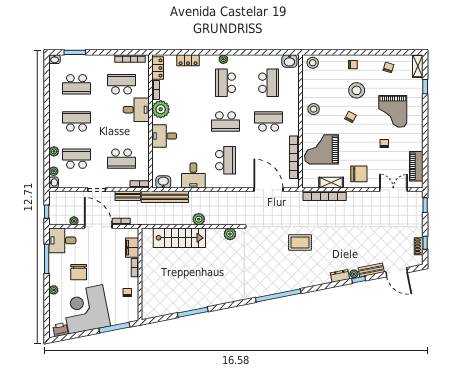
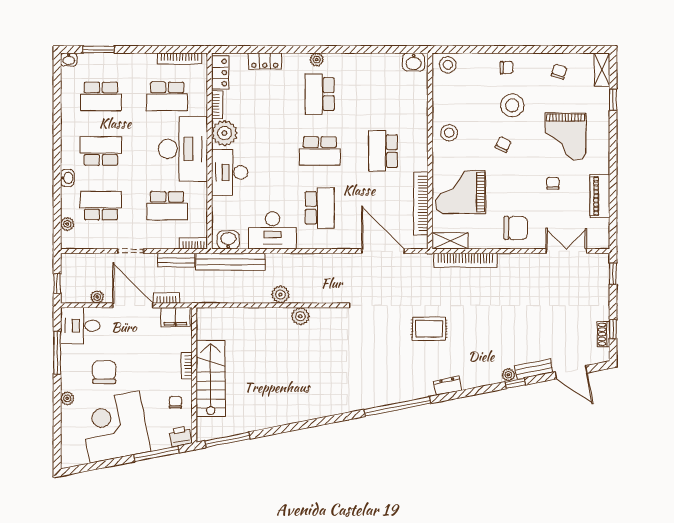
school desk: (269, 83) -> (383, 94), removed
school desk: (122, 84) -> (167, 96), turned 180
desk: (136, 110) -> (183, 149), width x1.87, depth x1.30
school desk: (269, 121) -> (383, 151), turned -90
desk: (164, 136) -> (230, 172), width x1.37
plant: (54, 151) -> (68, 195), removed
piano: (416, 166) -> (600, 196), moved
desk: (193, 176) -> (273, 230), width x1.37
washbasin: (54, 183) -> (67, 178), moved
shelving: (331, 183) -> (450, 241), moved
plant: (230, 234) -> (300, 316), moved
stairs: (179, 238) -> (211, 378), moved, turned -90
filing cabinet: (132, 248) -> (175, 317), moved, turned -90
chair: (79, 272) -> (104, 372), turned 180
dresser: (340, 276) -> (448, 386), moved
window: (193, 312) -> (227, 440), moved
printer: (60, 330) -> (180, 436), moved

